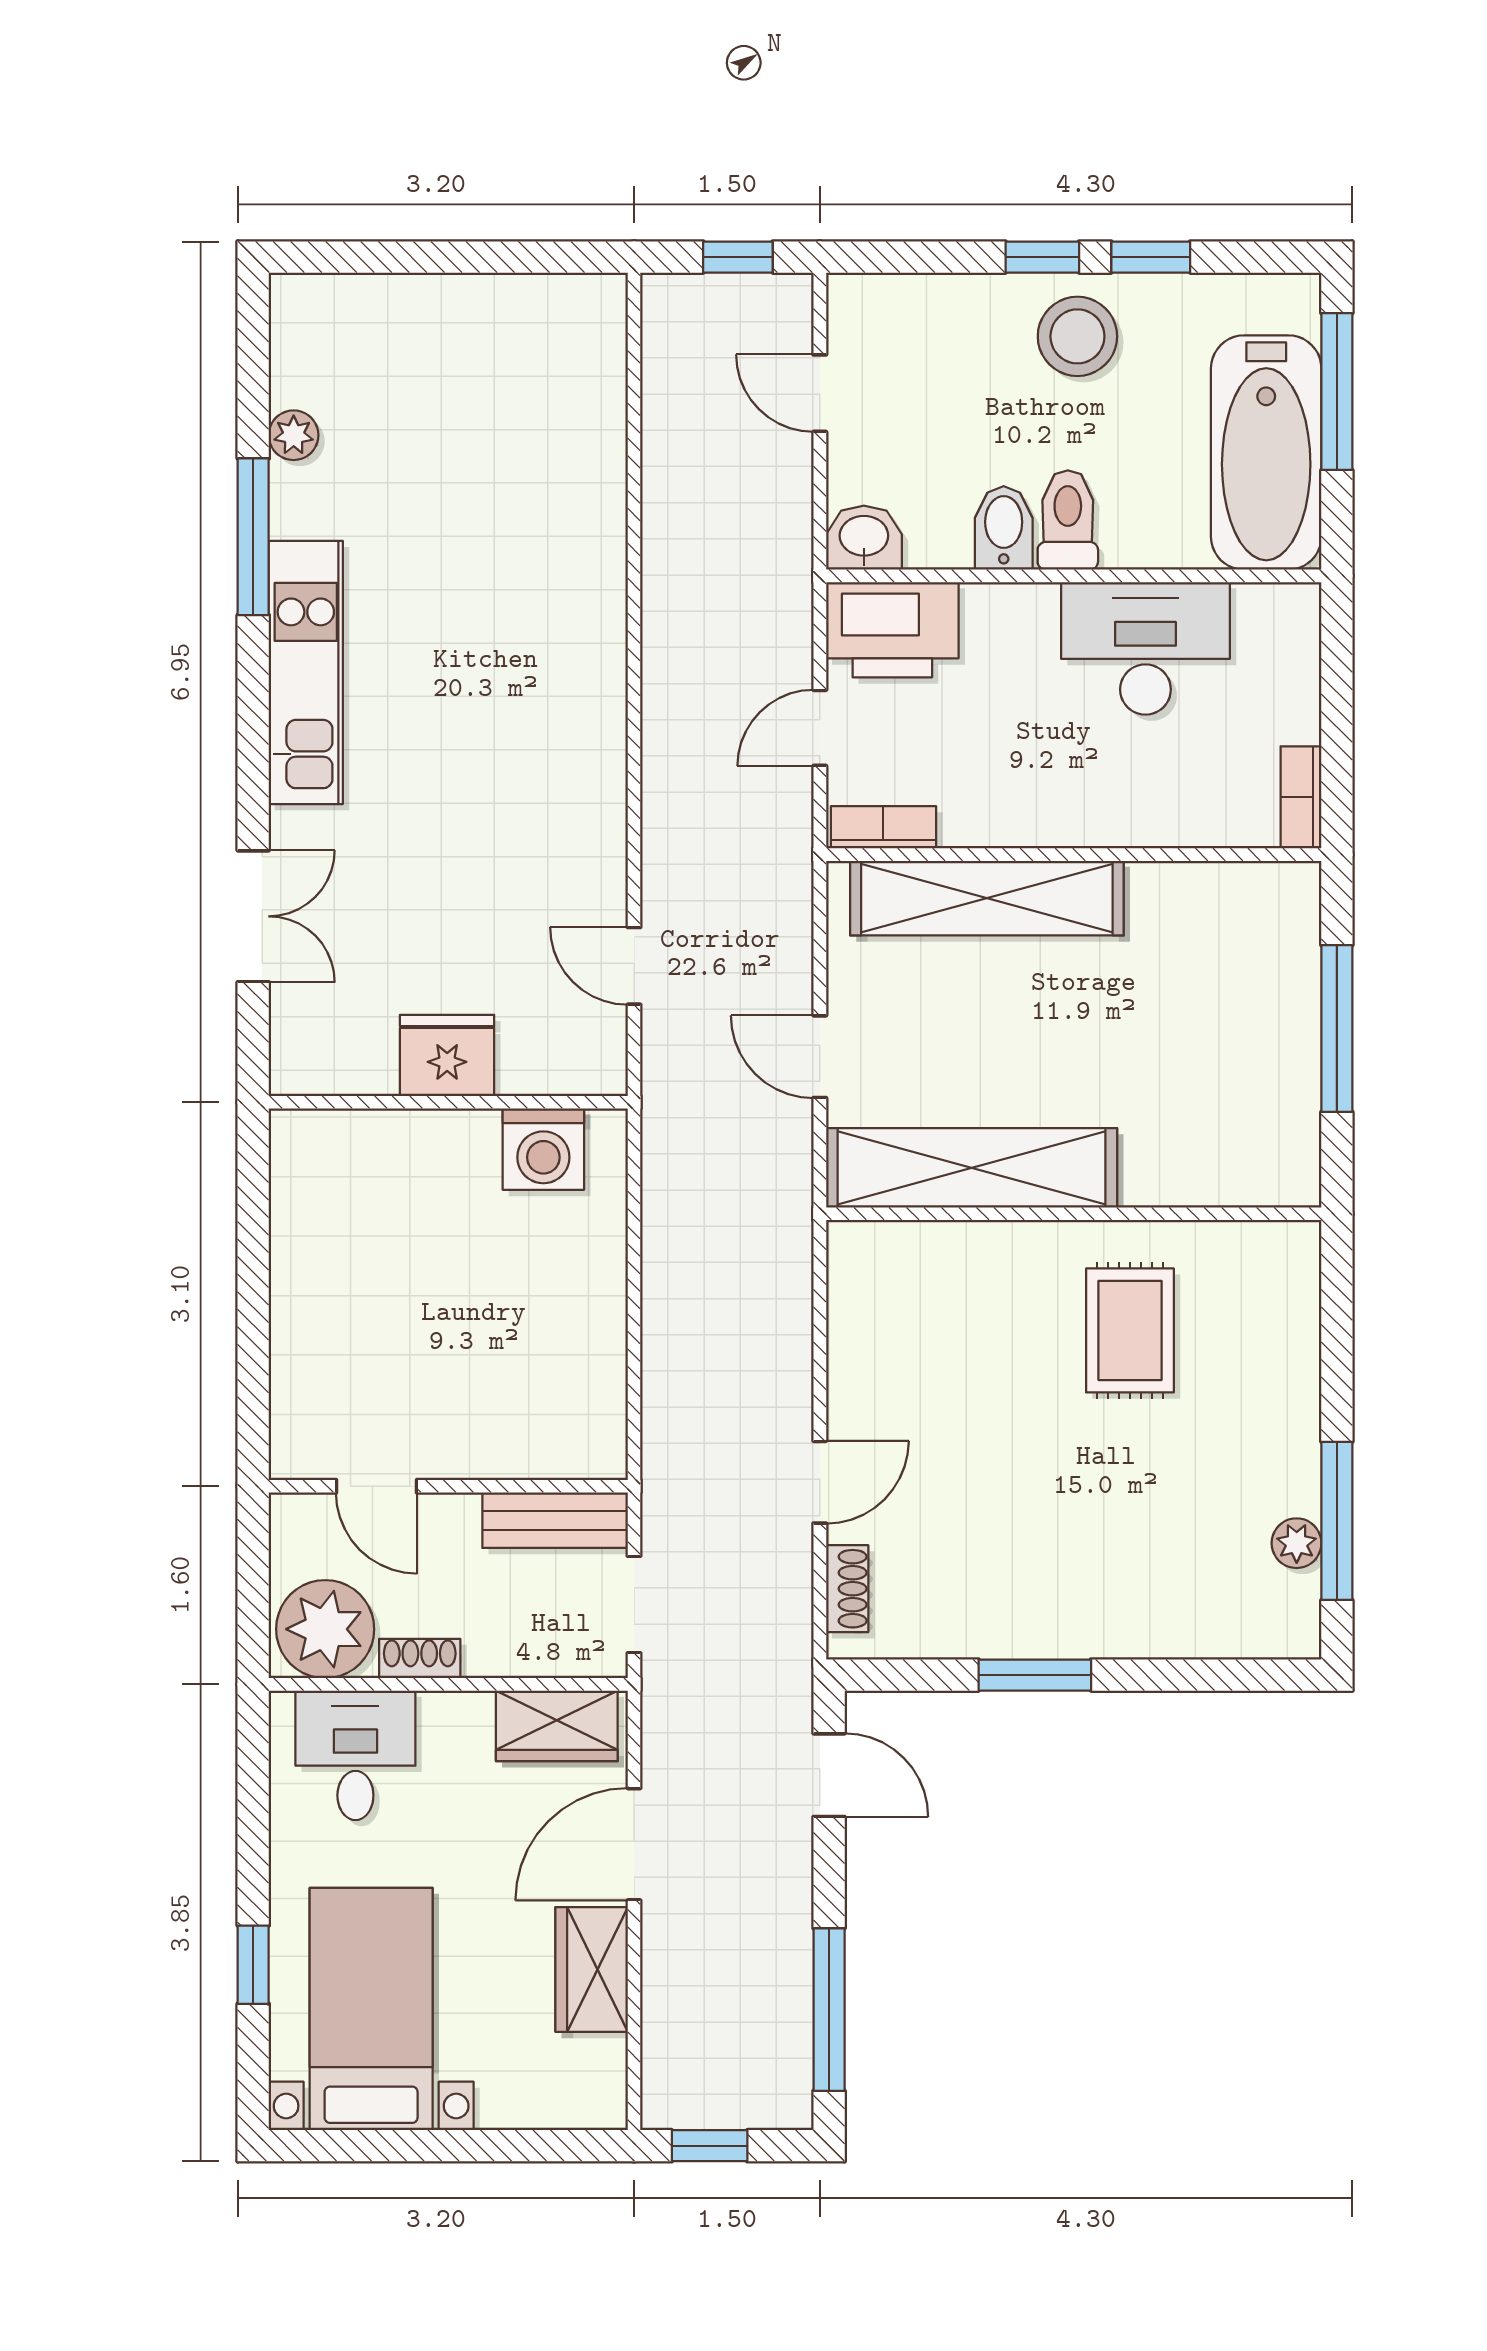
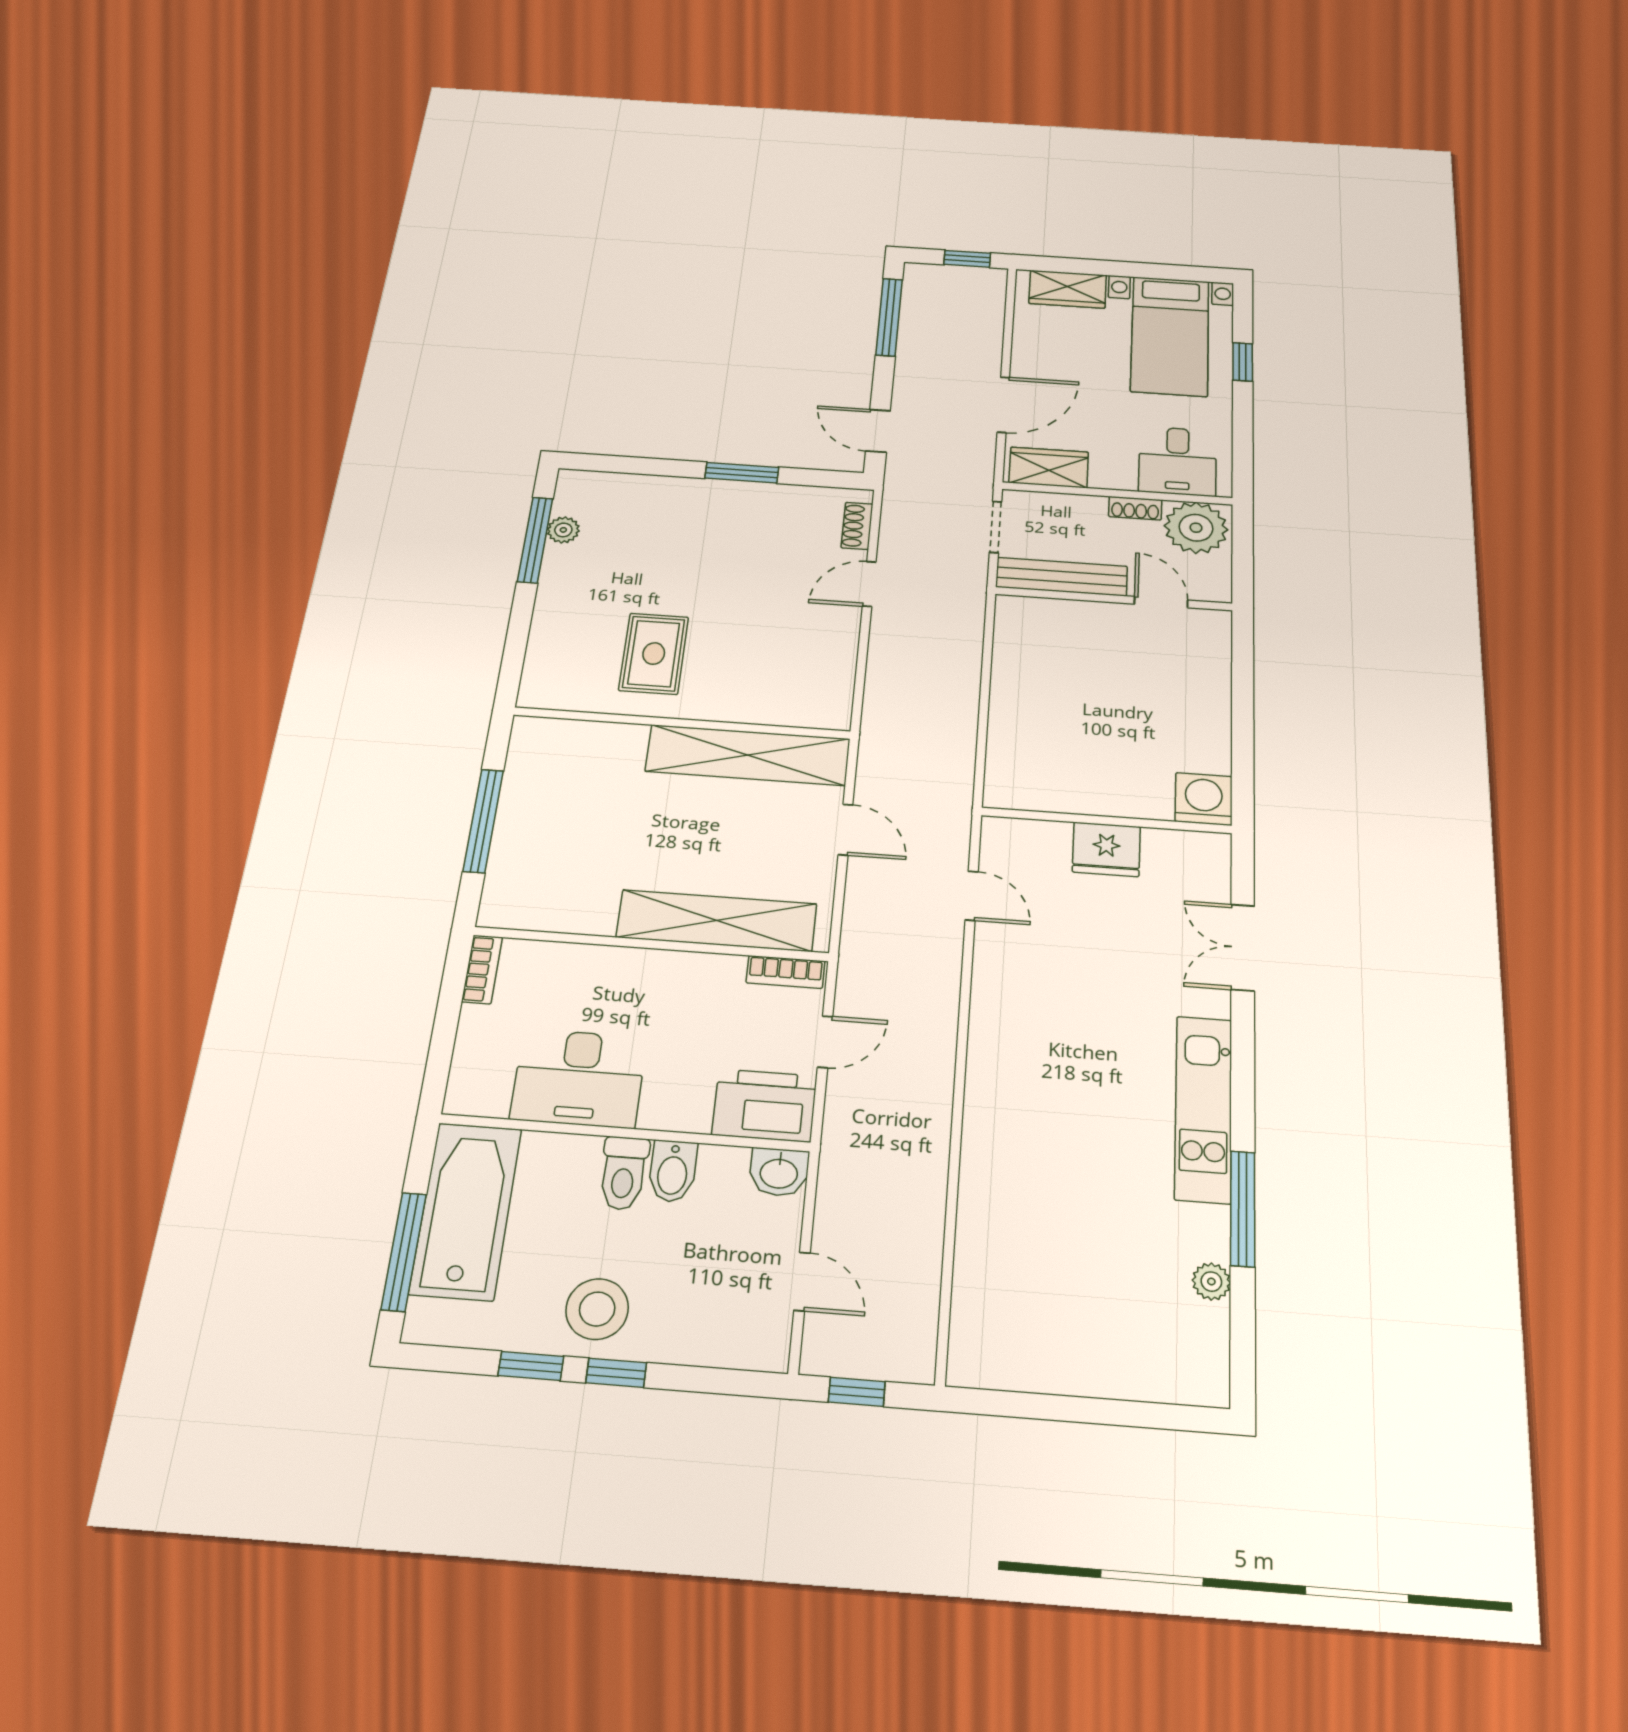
washing machine: (543, 1149) -> (1204, 799), moved
bench: (555, 1520) -> (1062, 577), width x1.36
wardrobe: (592, 1969) -> (1068, 289), moved, turned 90

